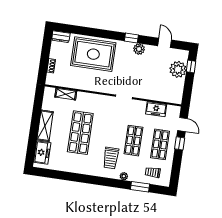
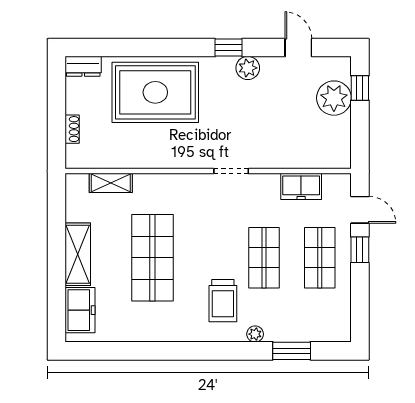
trolley: (153, 172) -> (313, 317), removed

